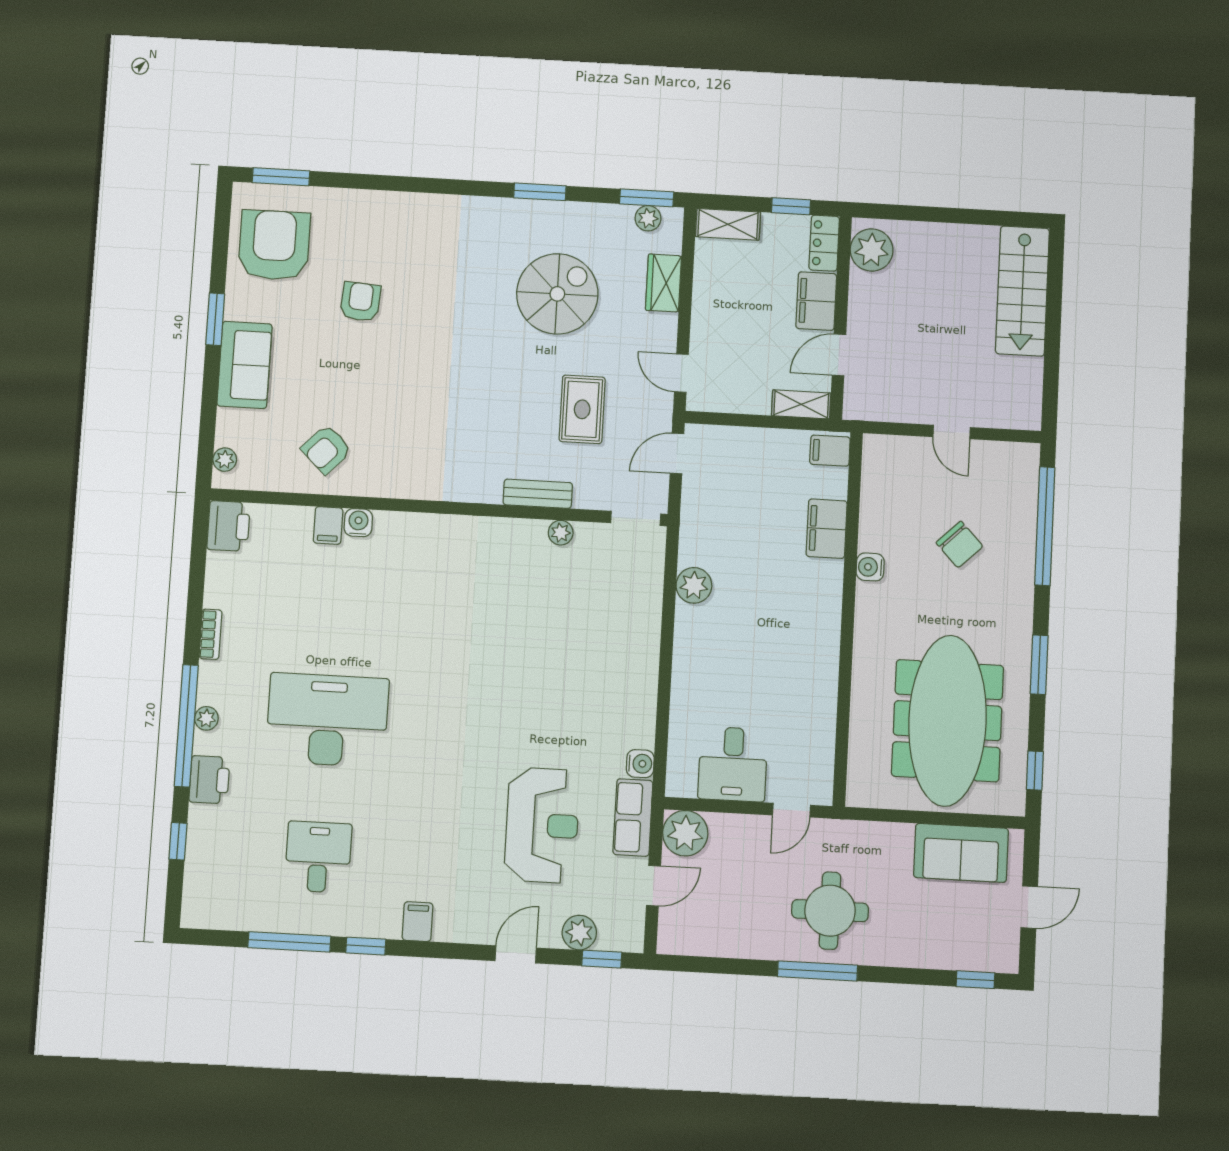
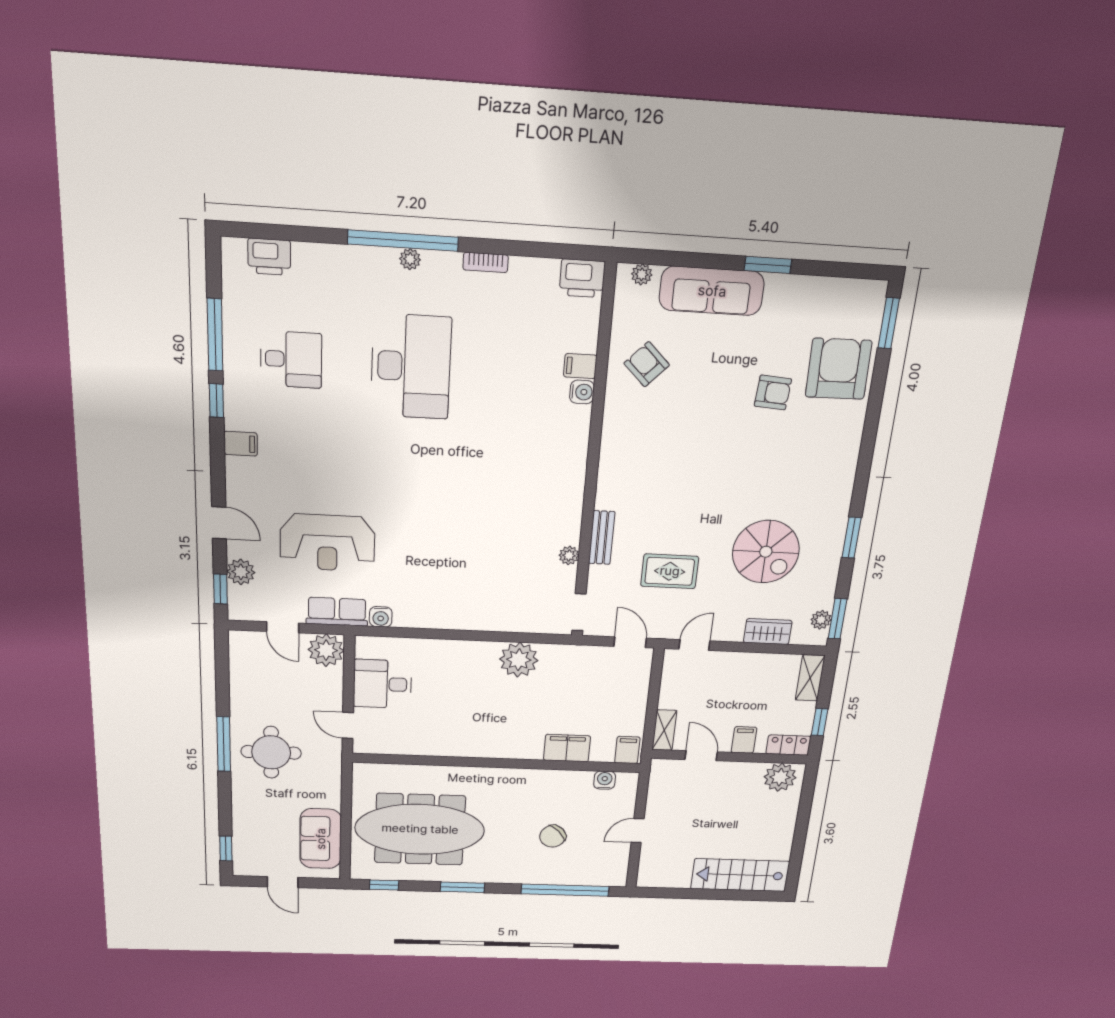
armchair: (274, 245) -> (838, 369), moved, turned -91
filing cabinet: (816, 301) -> (744, 740), width x0.50
sofa: (245, 365) -> (712, 291), width x1.36
water cooler: (870, 567) -> (605, 780), moved
plant: (694, 585) -> (519, 660), width x1.36, depth x1.36
printer: (209, 780) -> (269, 257), moved
window: (178, 841) -> (298, 234), removed

